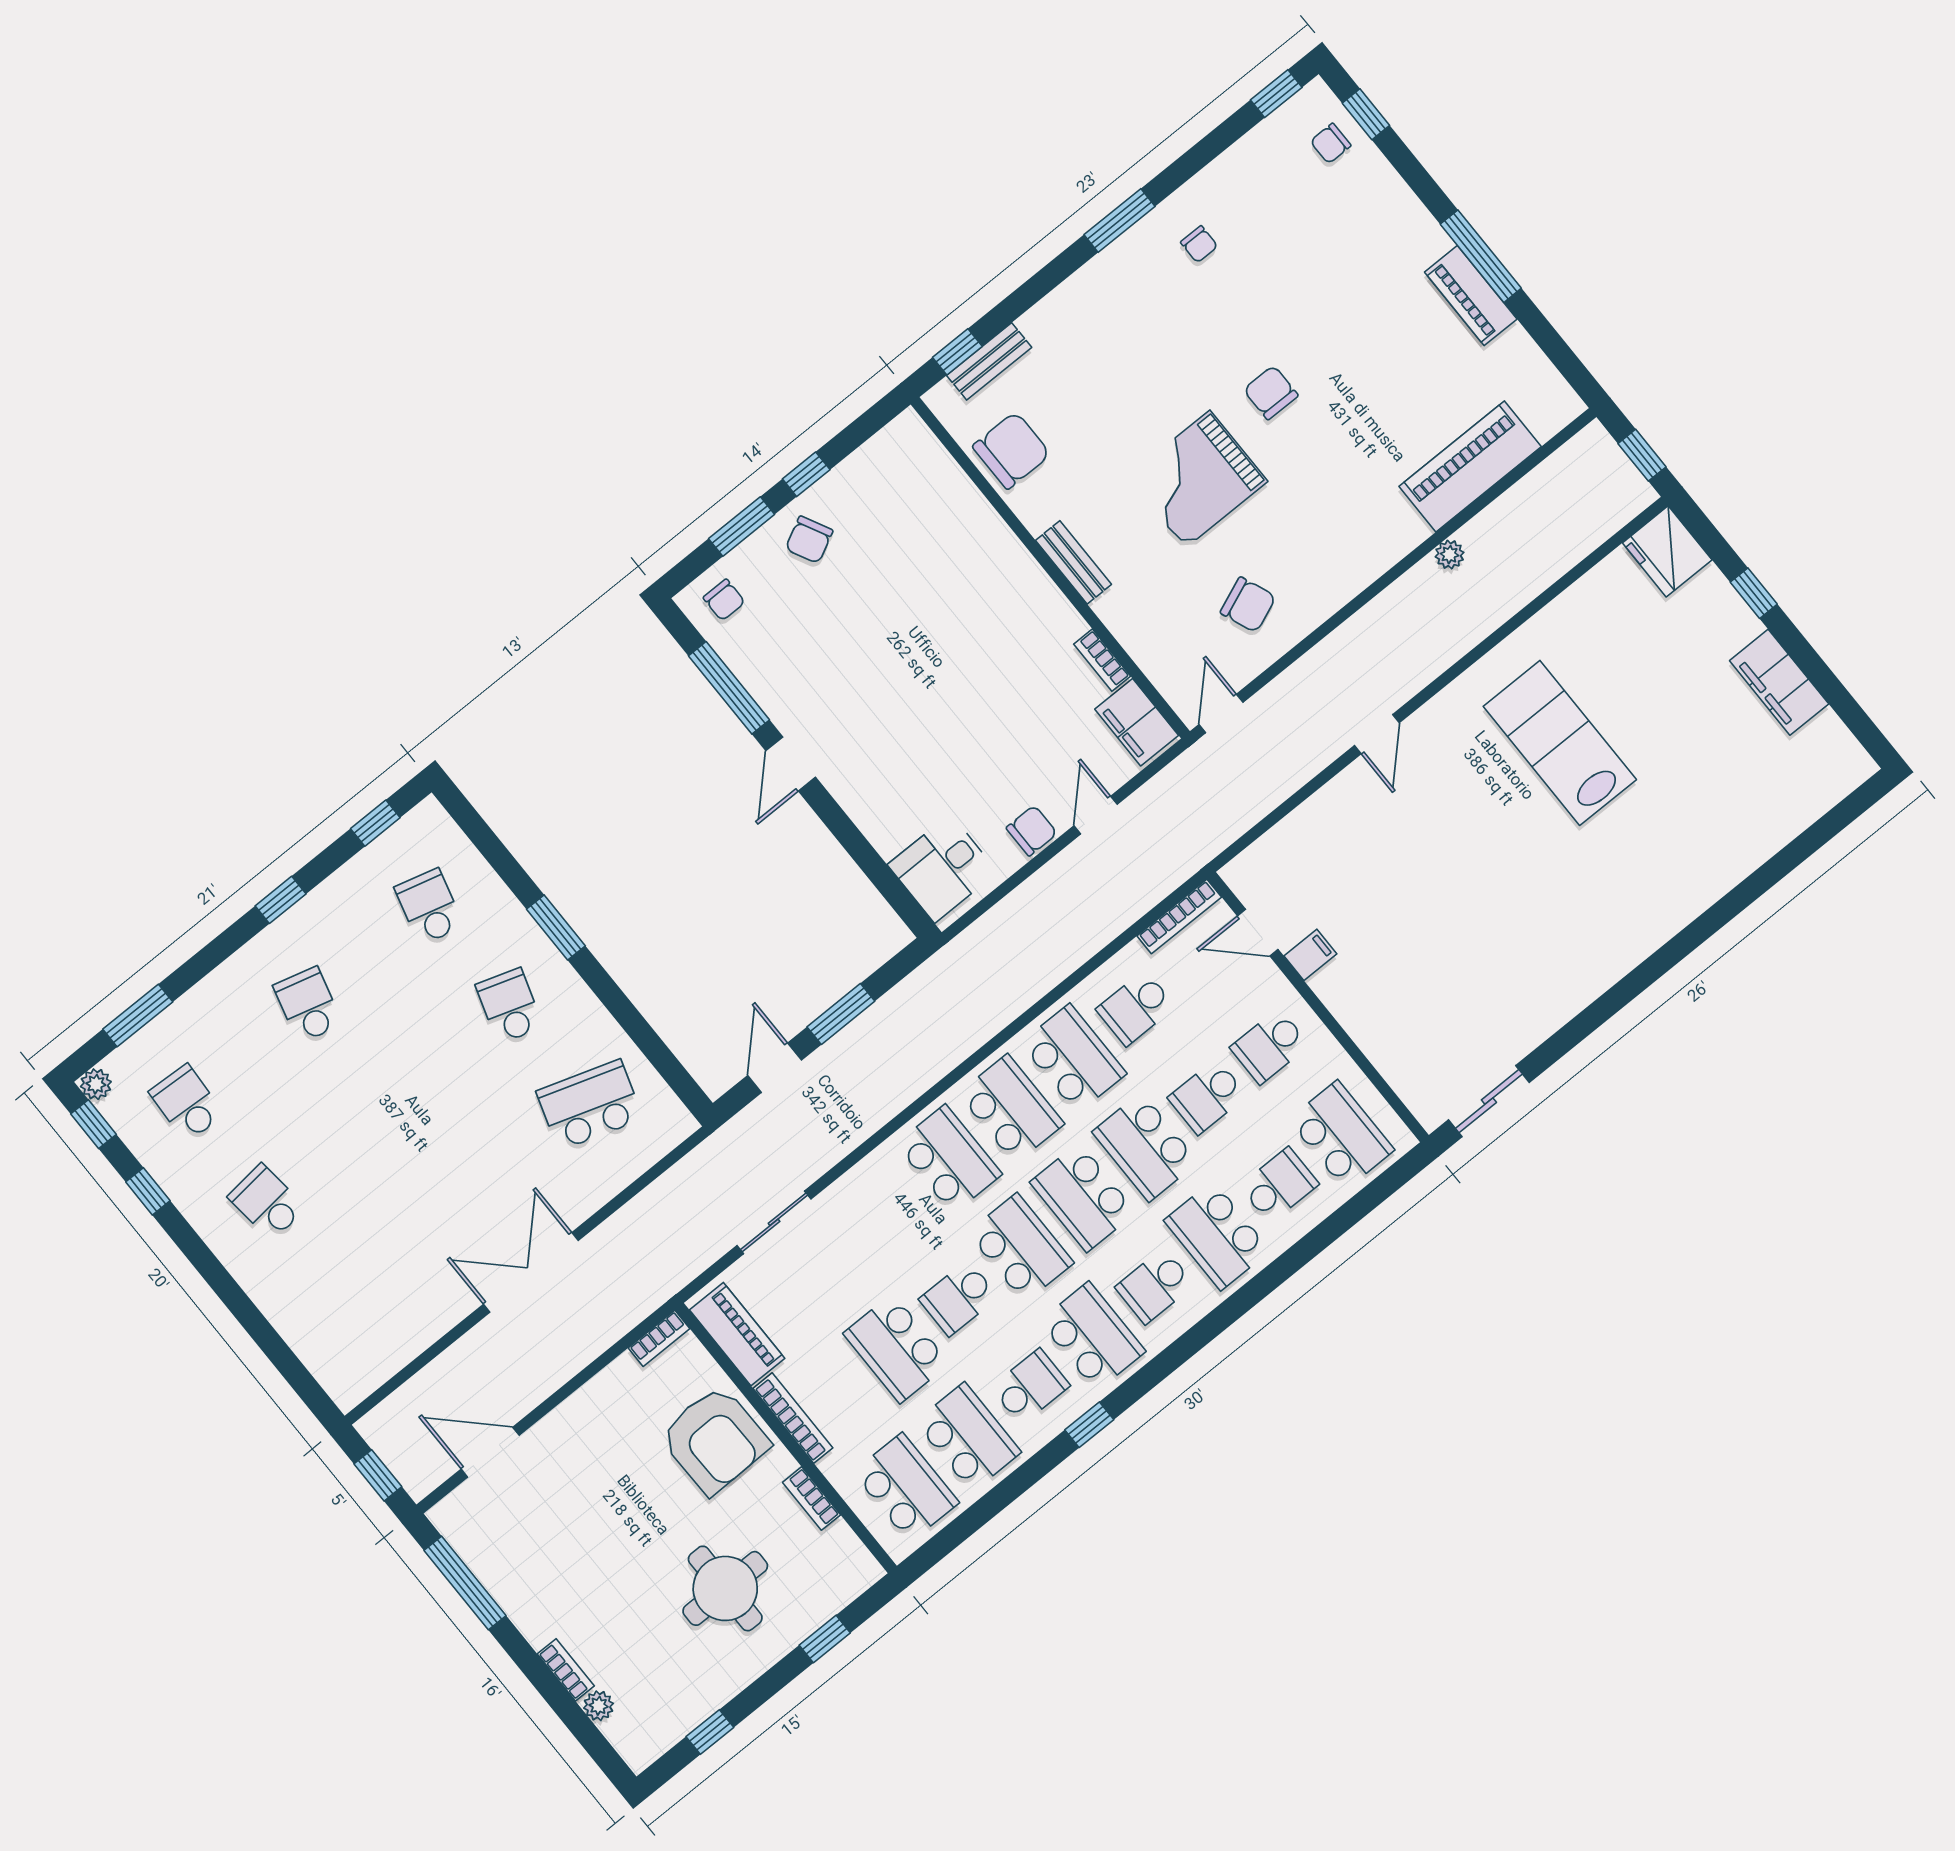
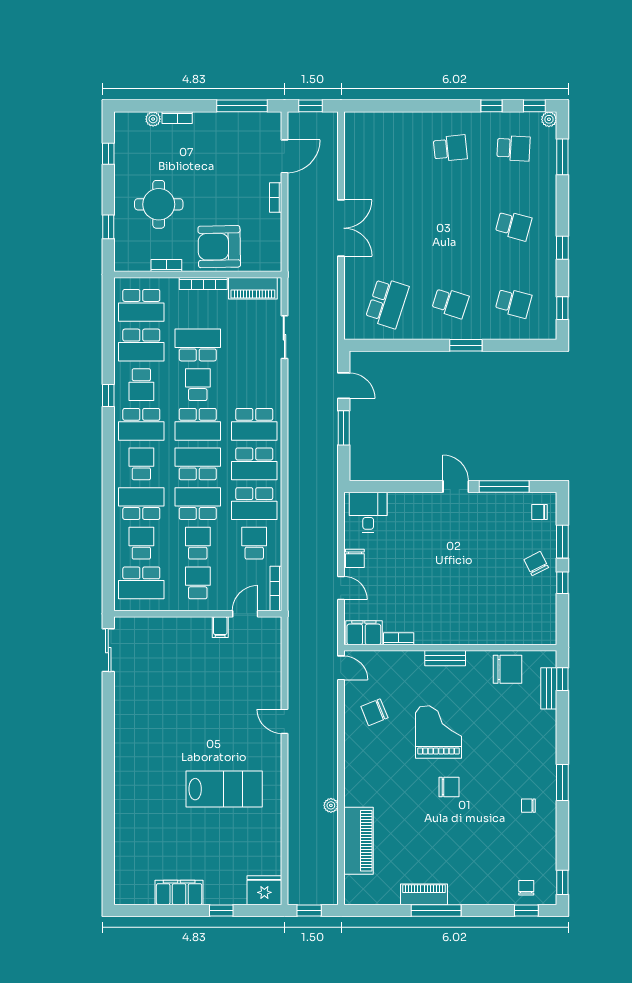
chair: (1012, 450) -> (508, 669), turned -90
school desk: (1279, 1185) -> (141, 543), turned 180
bookcase: (659, 1338) -> (276, 198), moved

